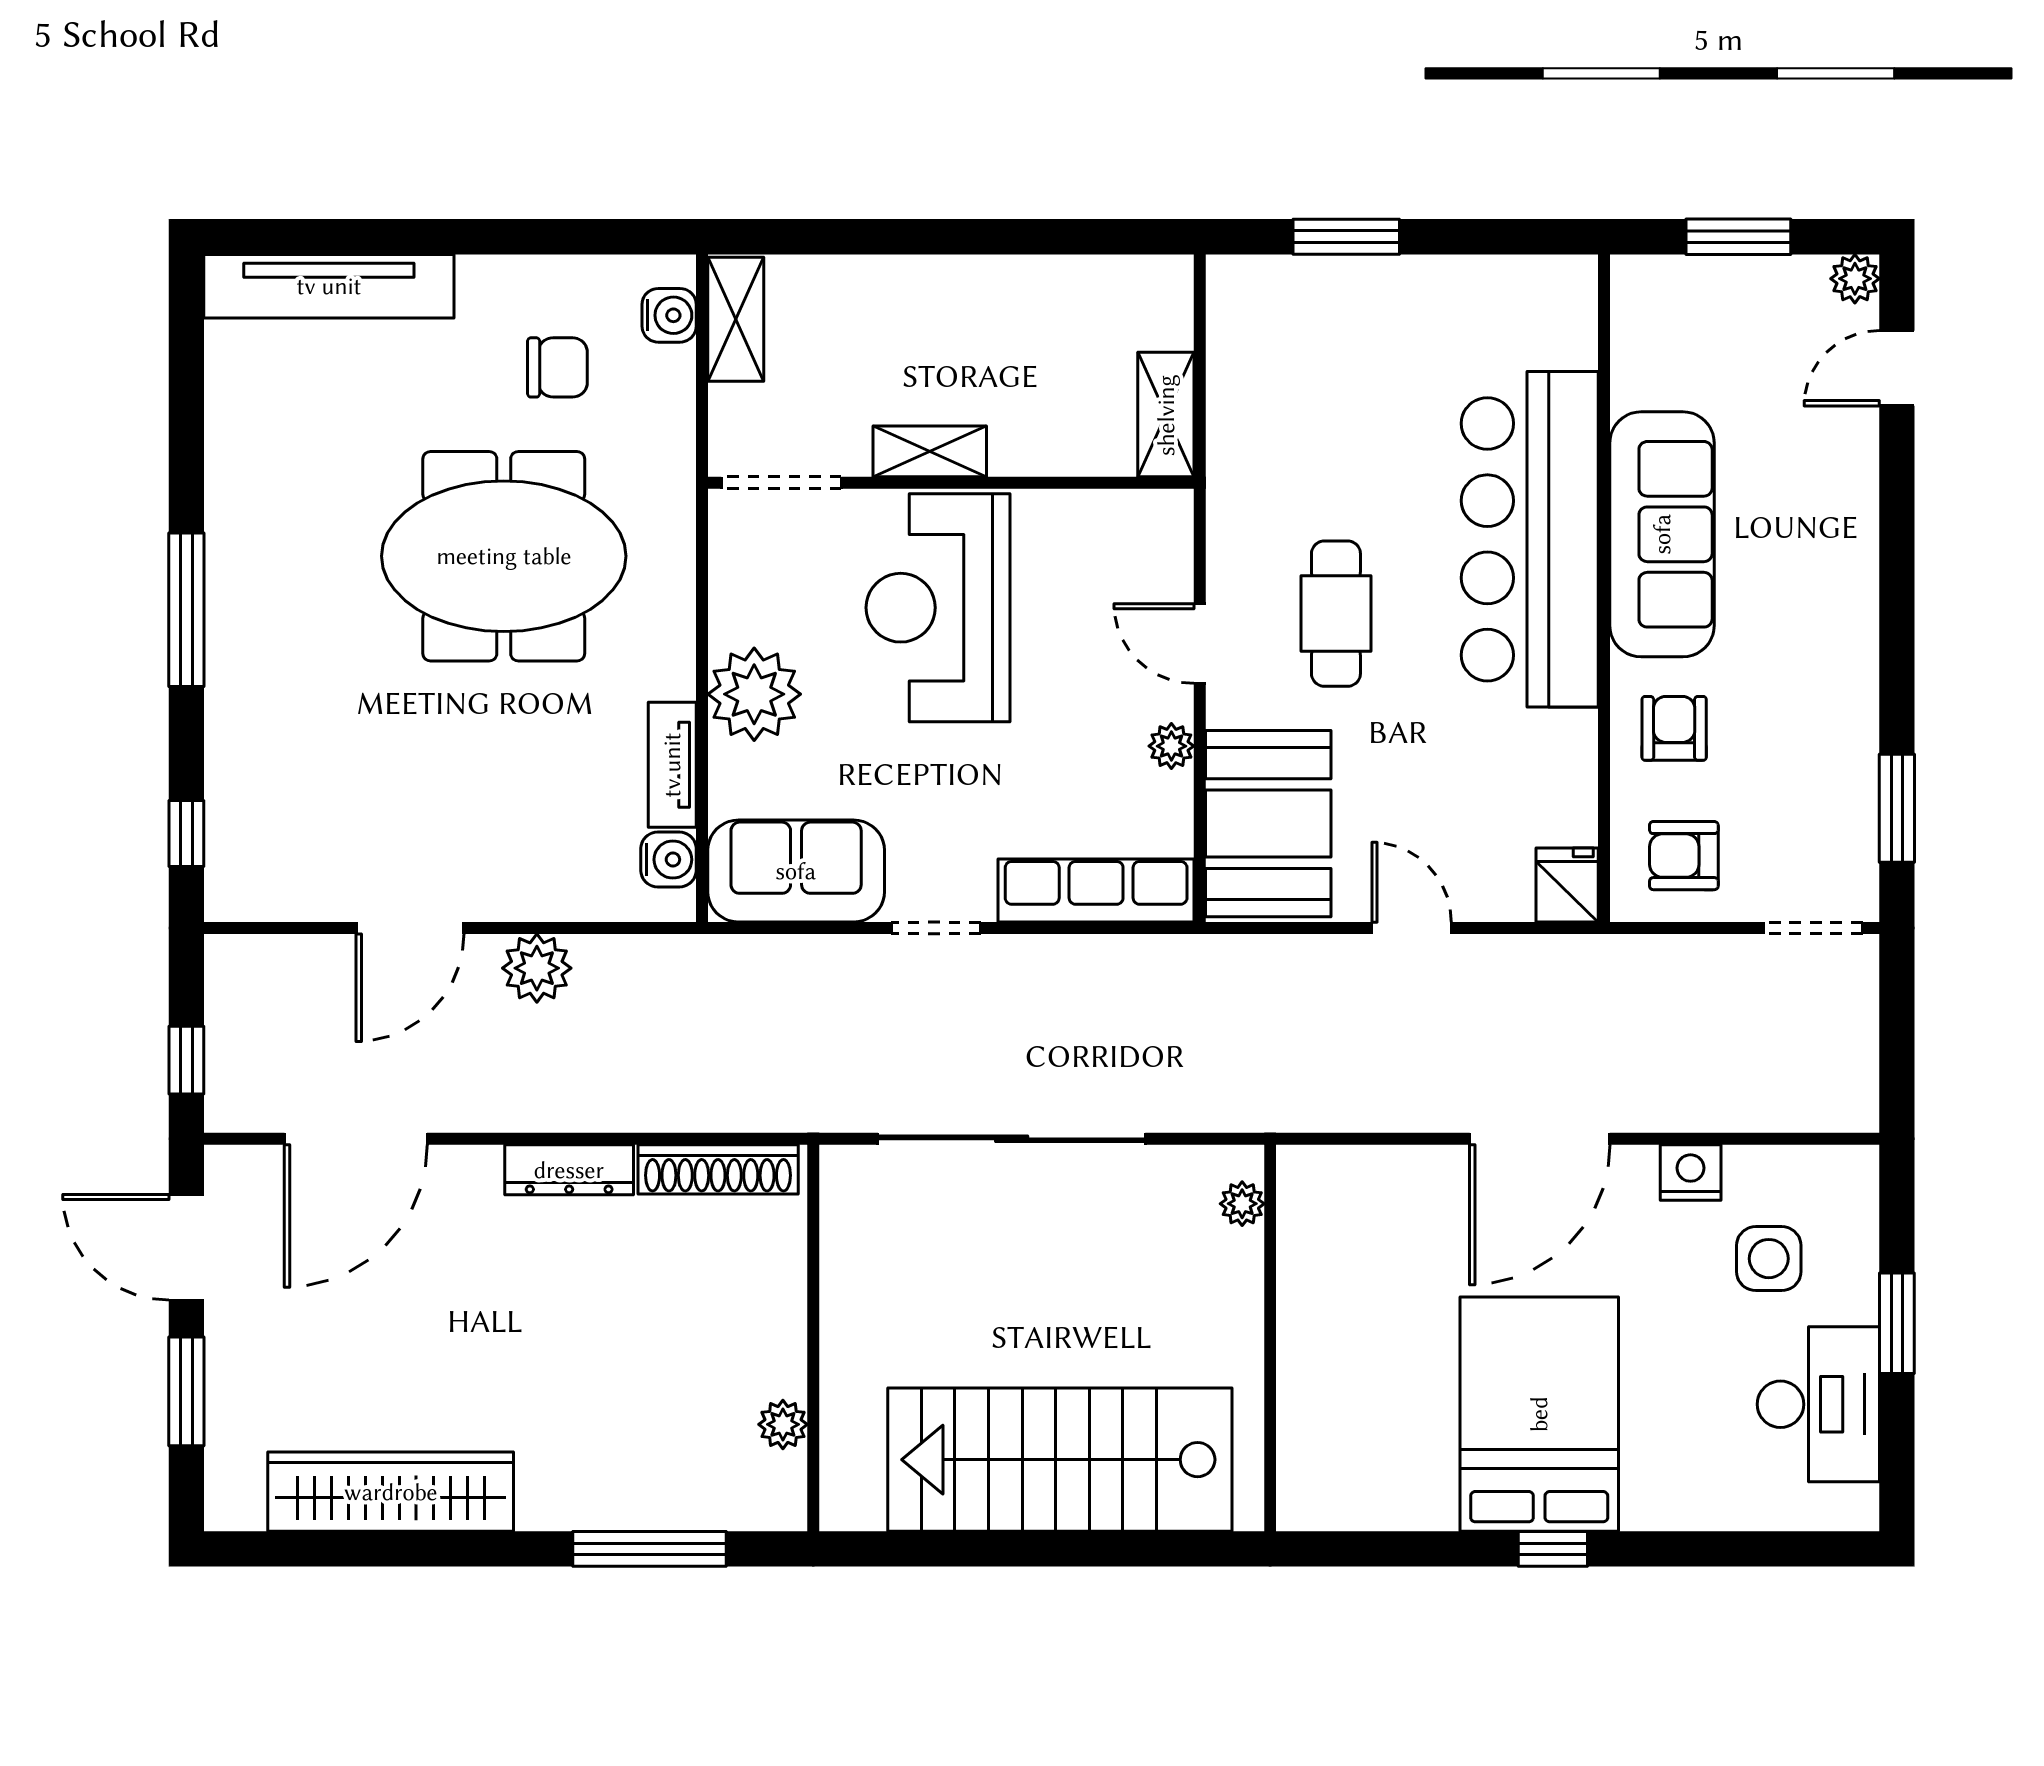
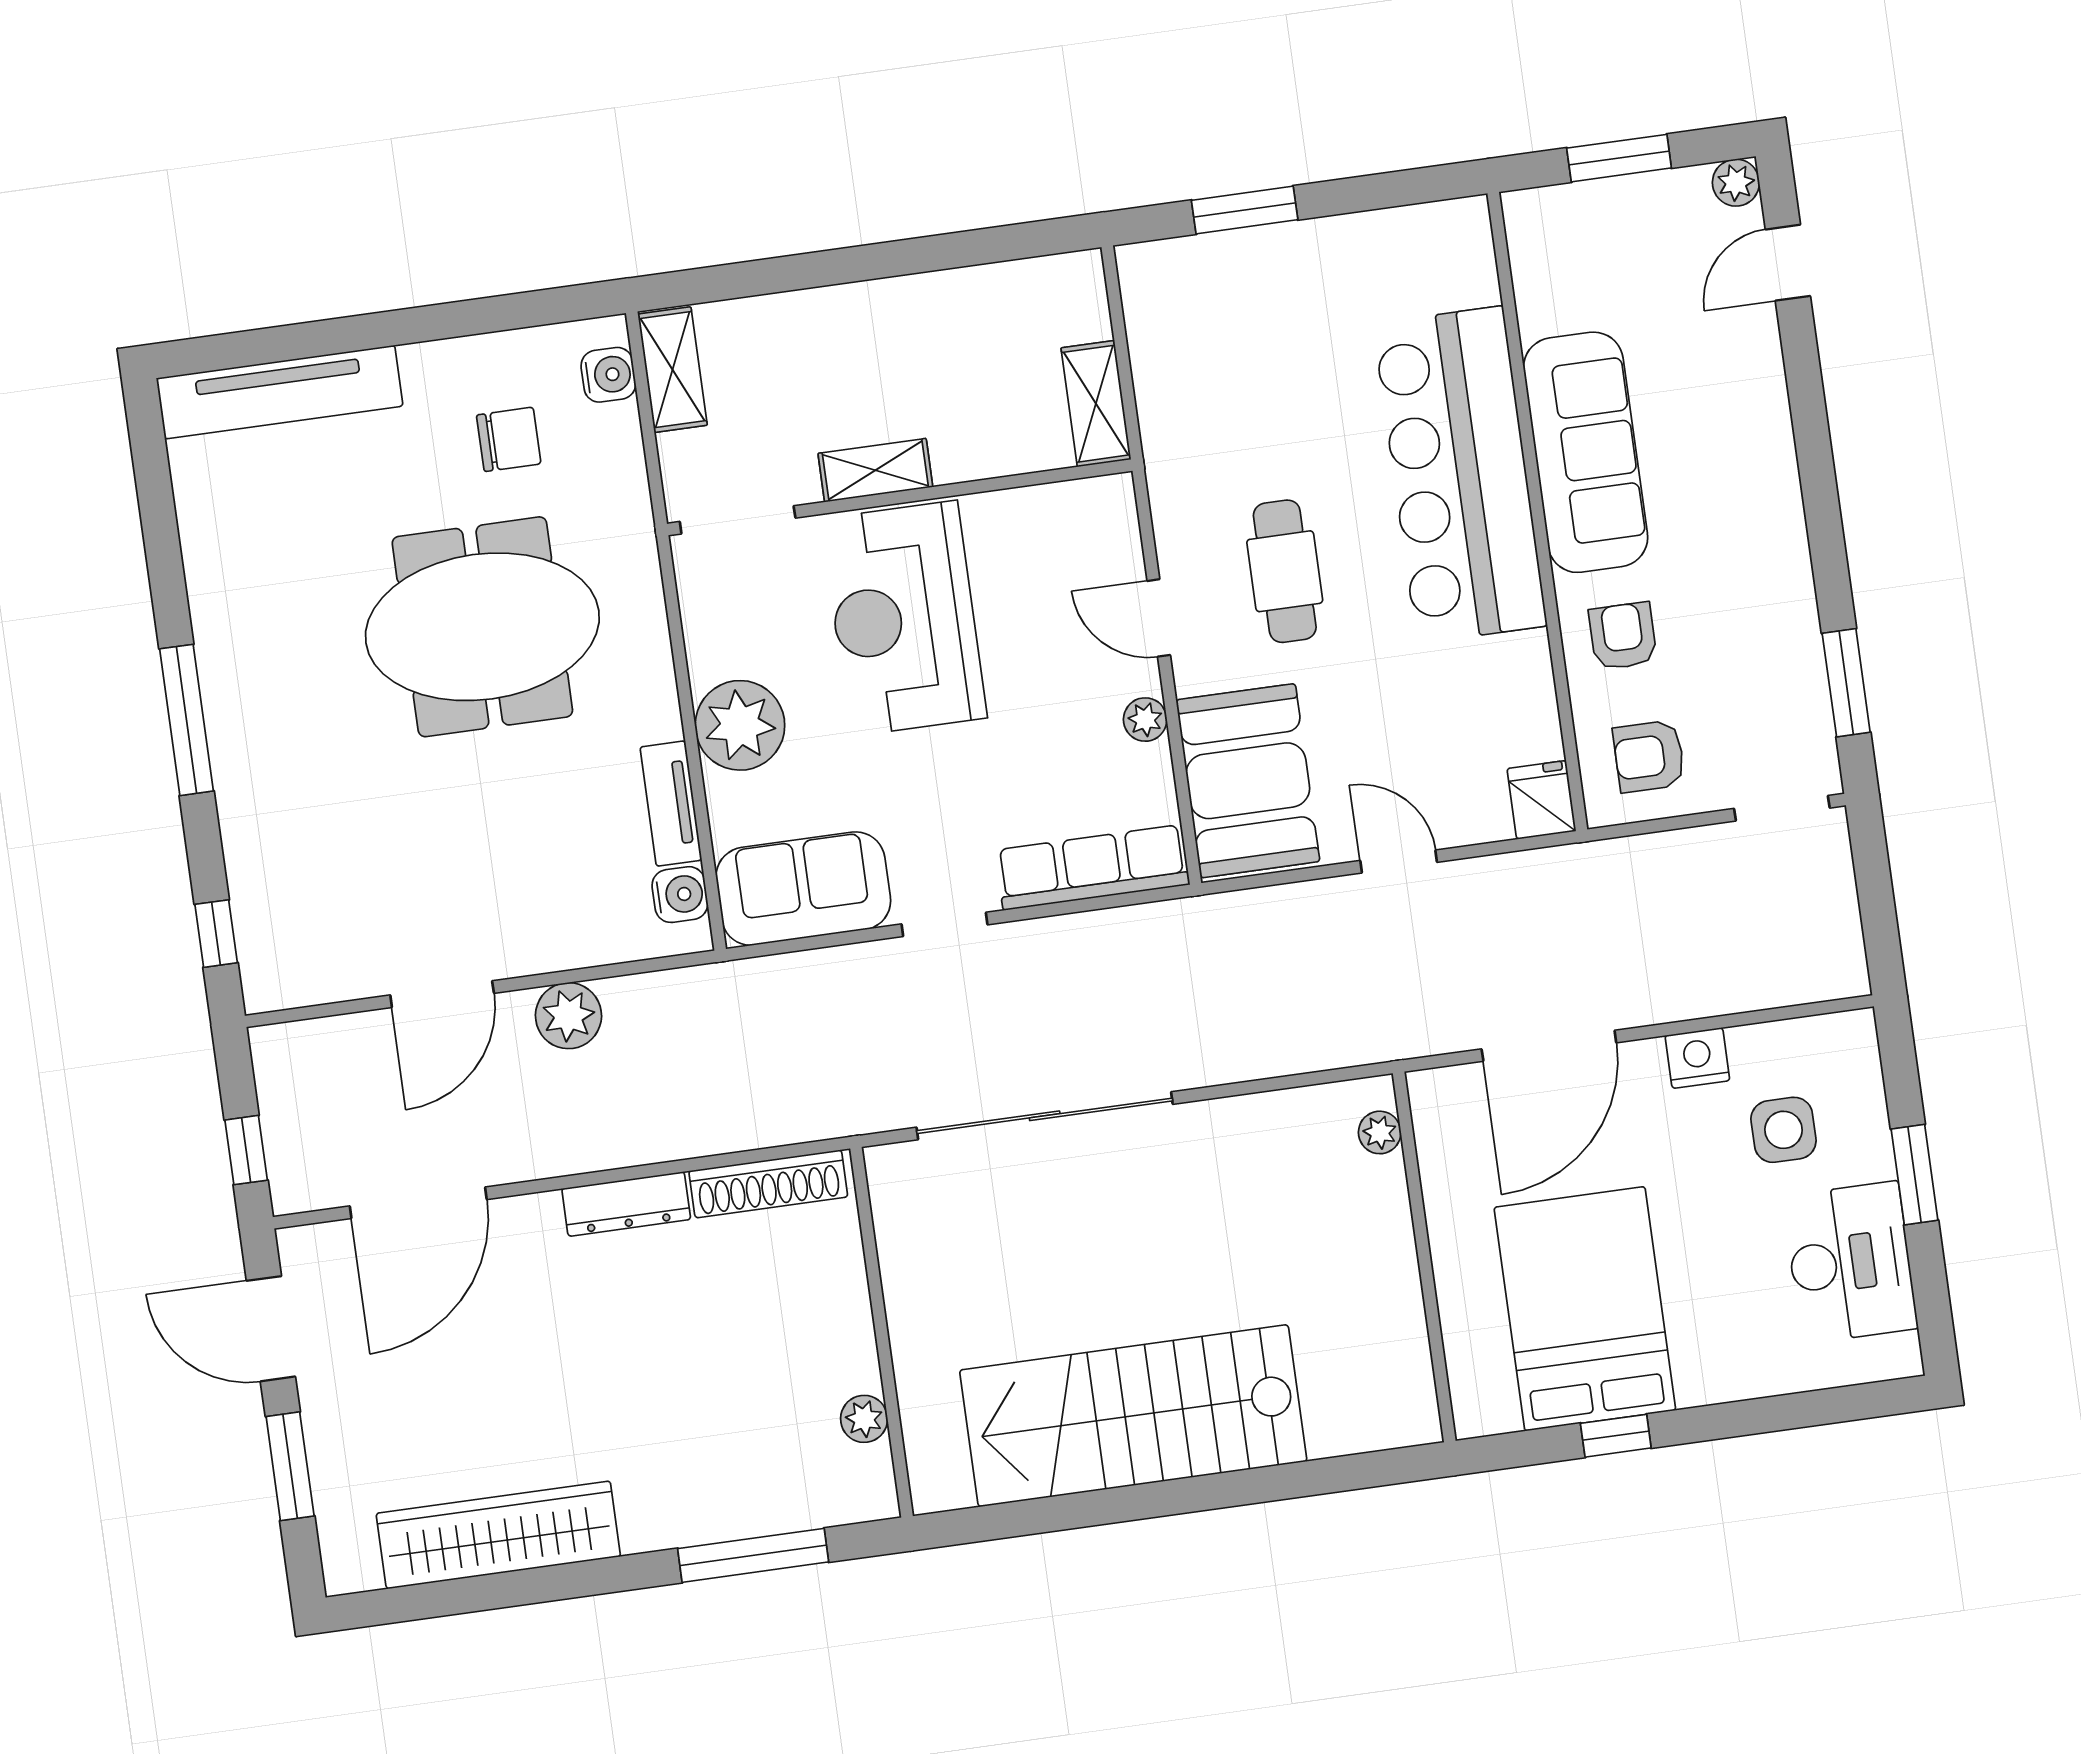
plant: (1242, 1204) -> (1380, 1132), moved
wall: (1270, 1338) -> (1424, 1257), moved

